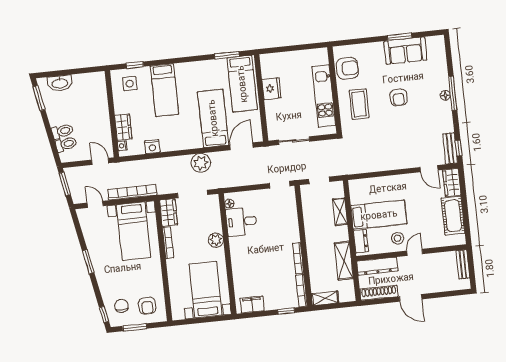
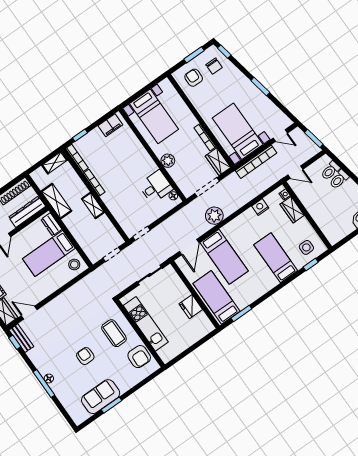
armchair: (347, 68) -> (139, 357), turned -88
shelving: (340, 212) -> (93, 205), moved
stool: (398, 238) -> (74, 264), moved

